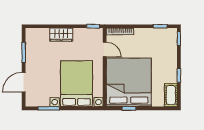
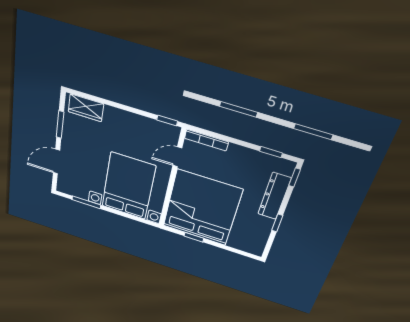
wardrobe: (61, 35) -> (86, 108), moved
door: (105, 49) -> (177, 157), swing flipped
dresser: (171, 56) -> (274, 196), added
cot: (171, 95) -> (257, 242), removed

